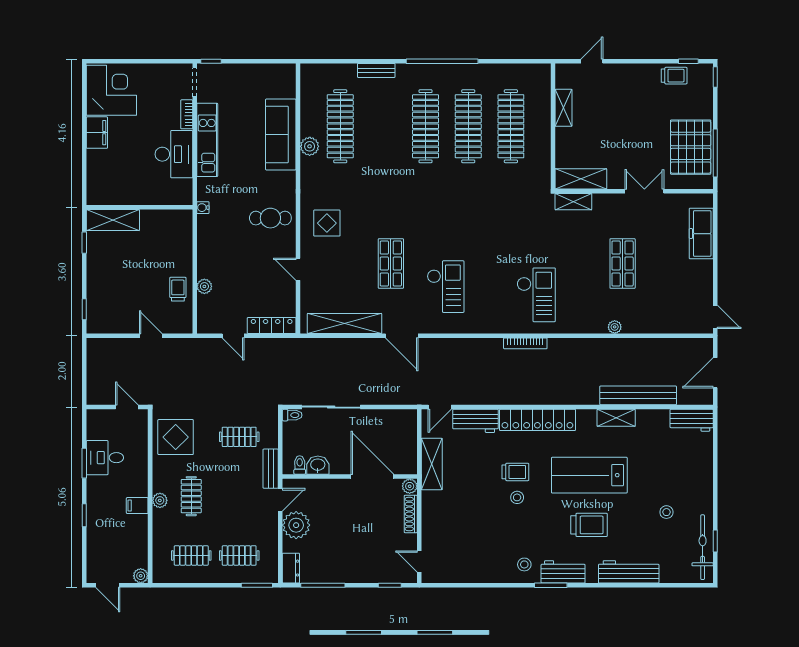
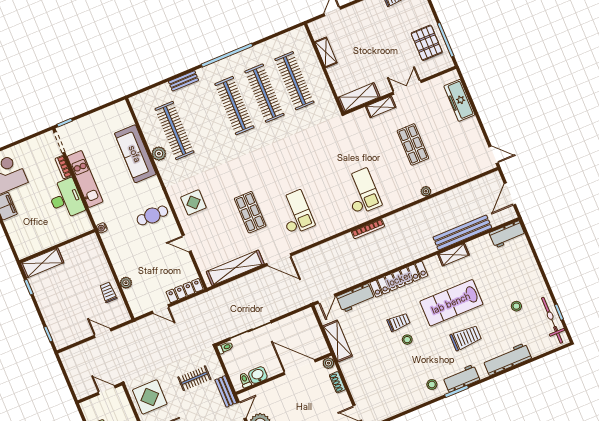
pallet: (691, 147) -> (427, 43), width x0.73, depth x0.71
shelving: (573, 202) -> (381, 107), moved
shoe rack: (411, 514) -> (337, 382), width x0.70

